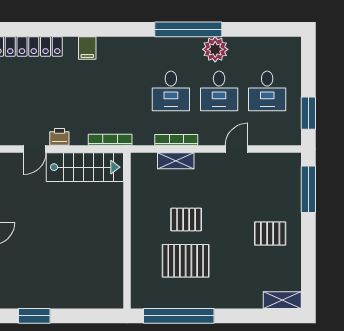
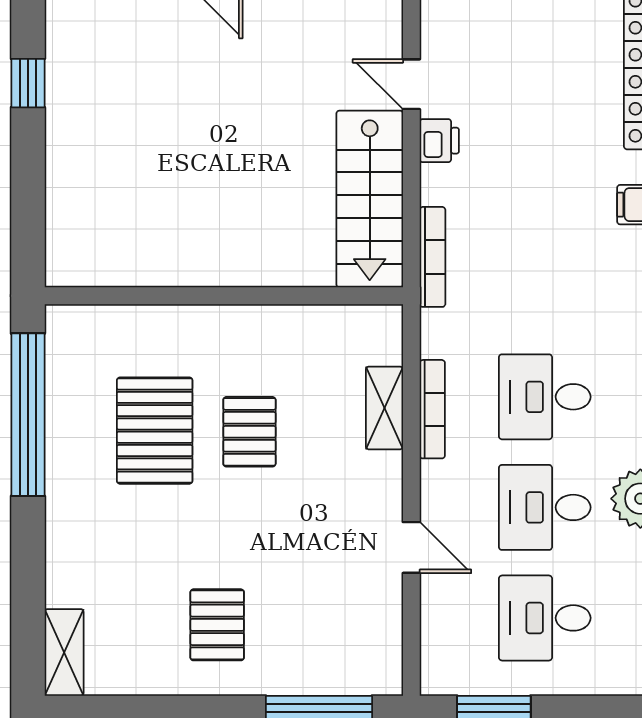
window: (34, 316) -> (28, 83), width x0.67

